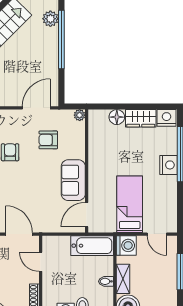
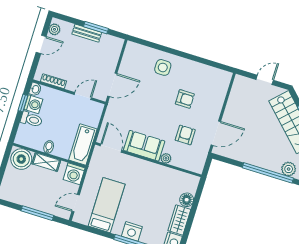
door: (36, 108) -> (216, 133), hinge flipped
plant: (80, 115) -> (166, 158), moved
bed: (130, 204) -> (107, 205), moved, turned -90

